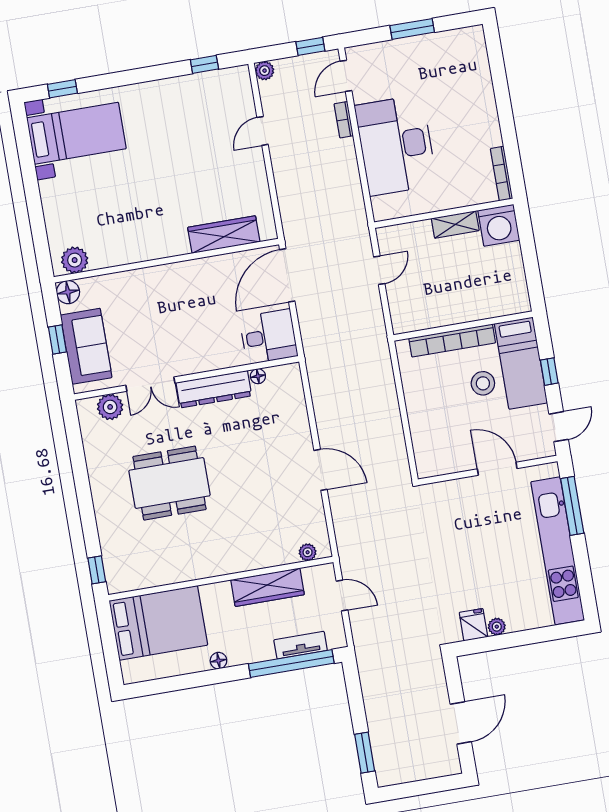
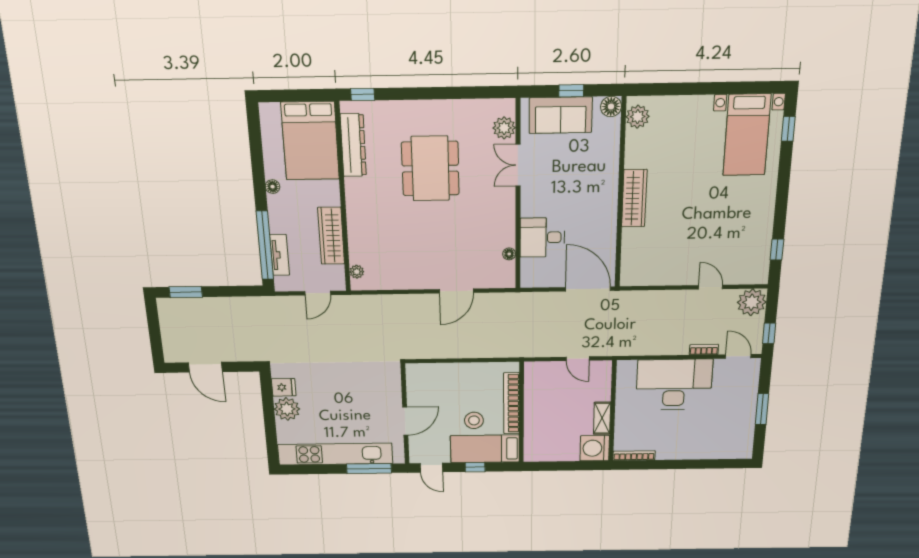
plant: (265, 71) -> (752, 302), width x1.87, depth x1.87
wardrobe: (224, 235) -> (634, 198), moved
desk: (269, 337) -> (542, 237), moved, turned 90
dresser: (214, 389) -> (353, 145), moved, turned 180
door: (321, 470) -> (456, 291), moved
plant: (497, 627) -> (287, 409), width x1.87, depth x1.87

